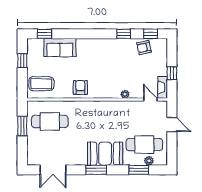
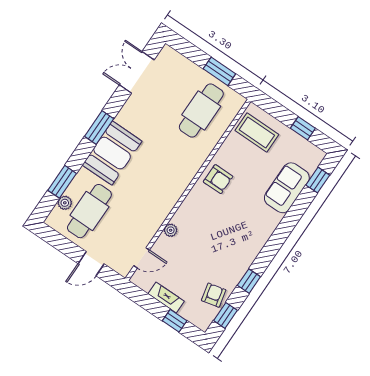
window: (172, 73) -> (175, 321), moved
coffee table: (41, 84) -> (257, 132), turned 90
fireplace: (163, 87) -> (166, 298), moved

